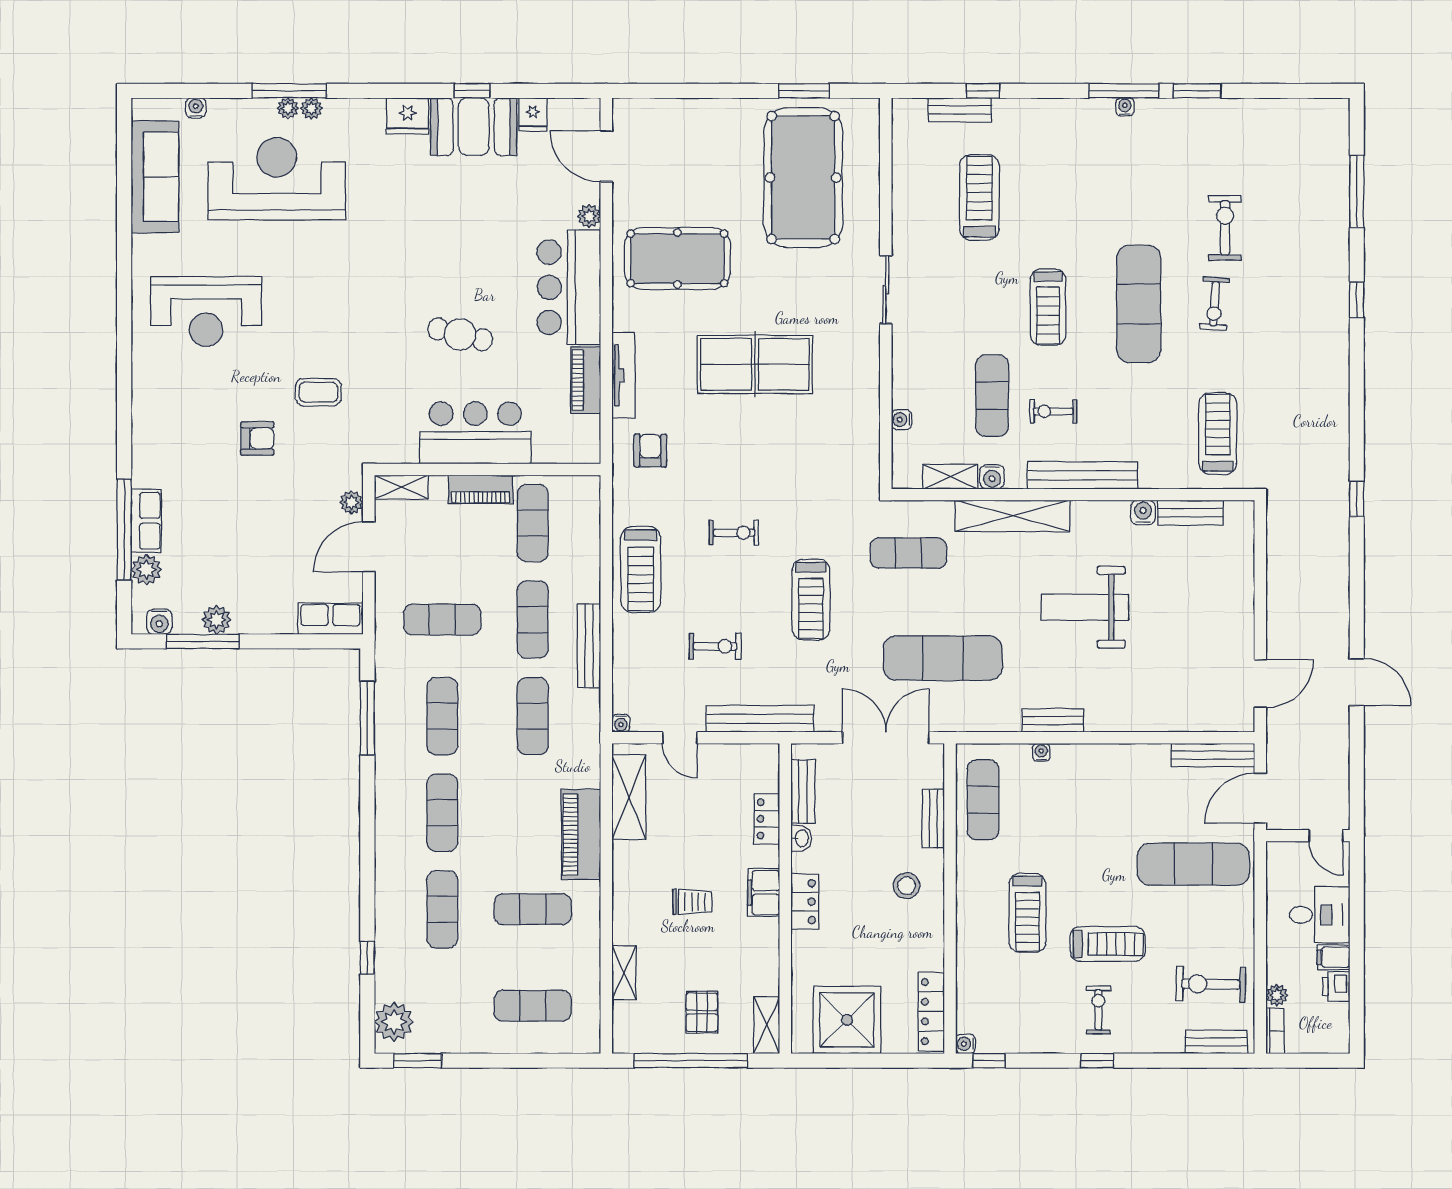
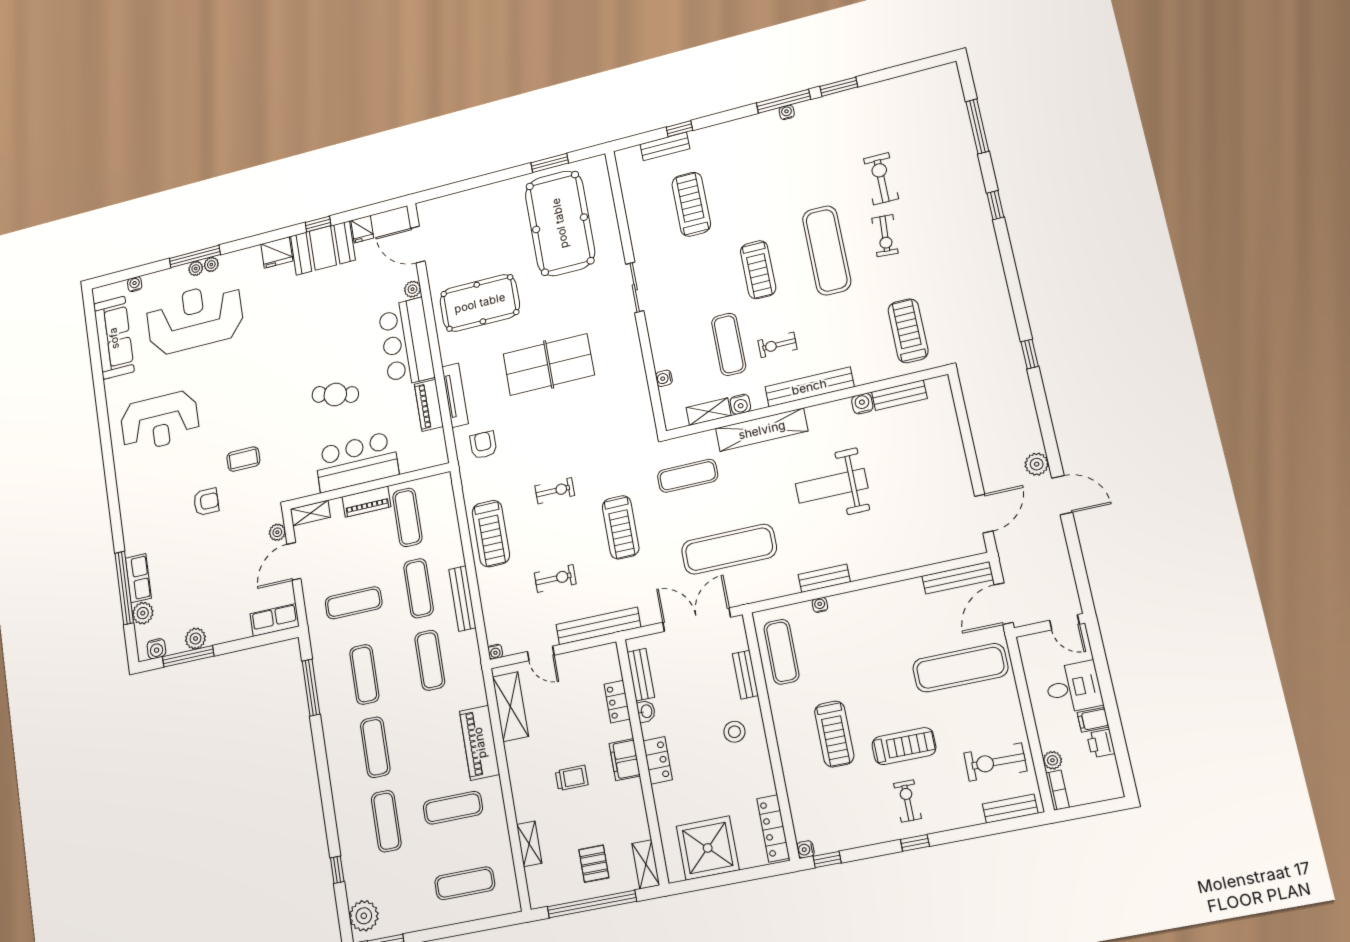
plant: (1335, 637) -> (1037, 464), added

